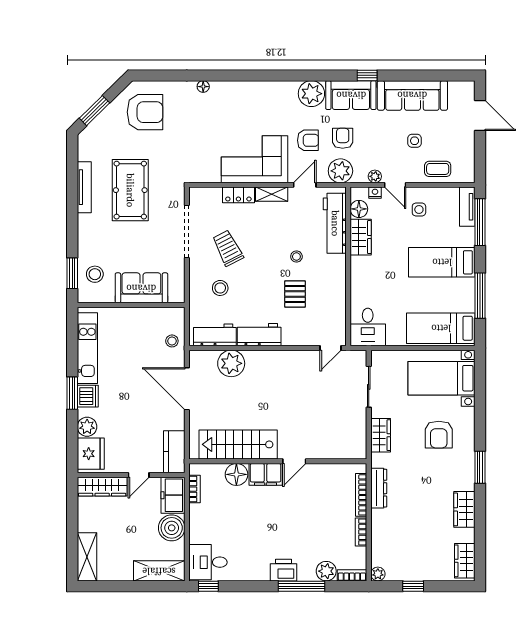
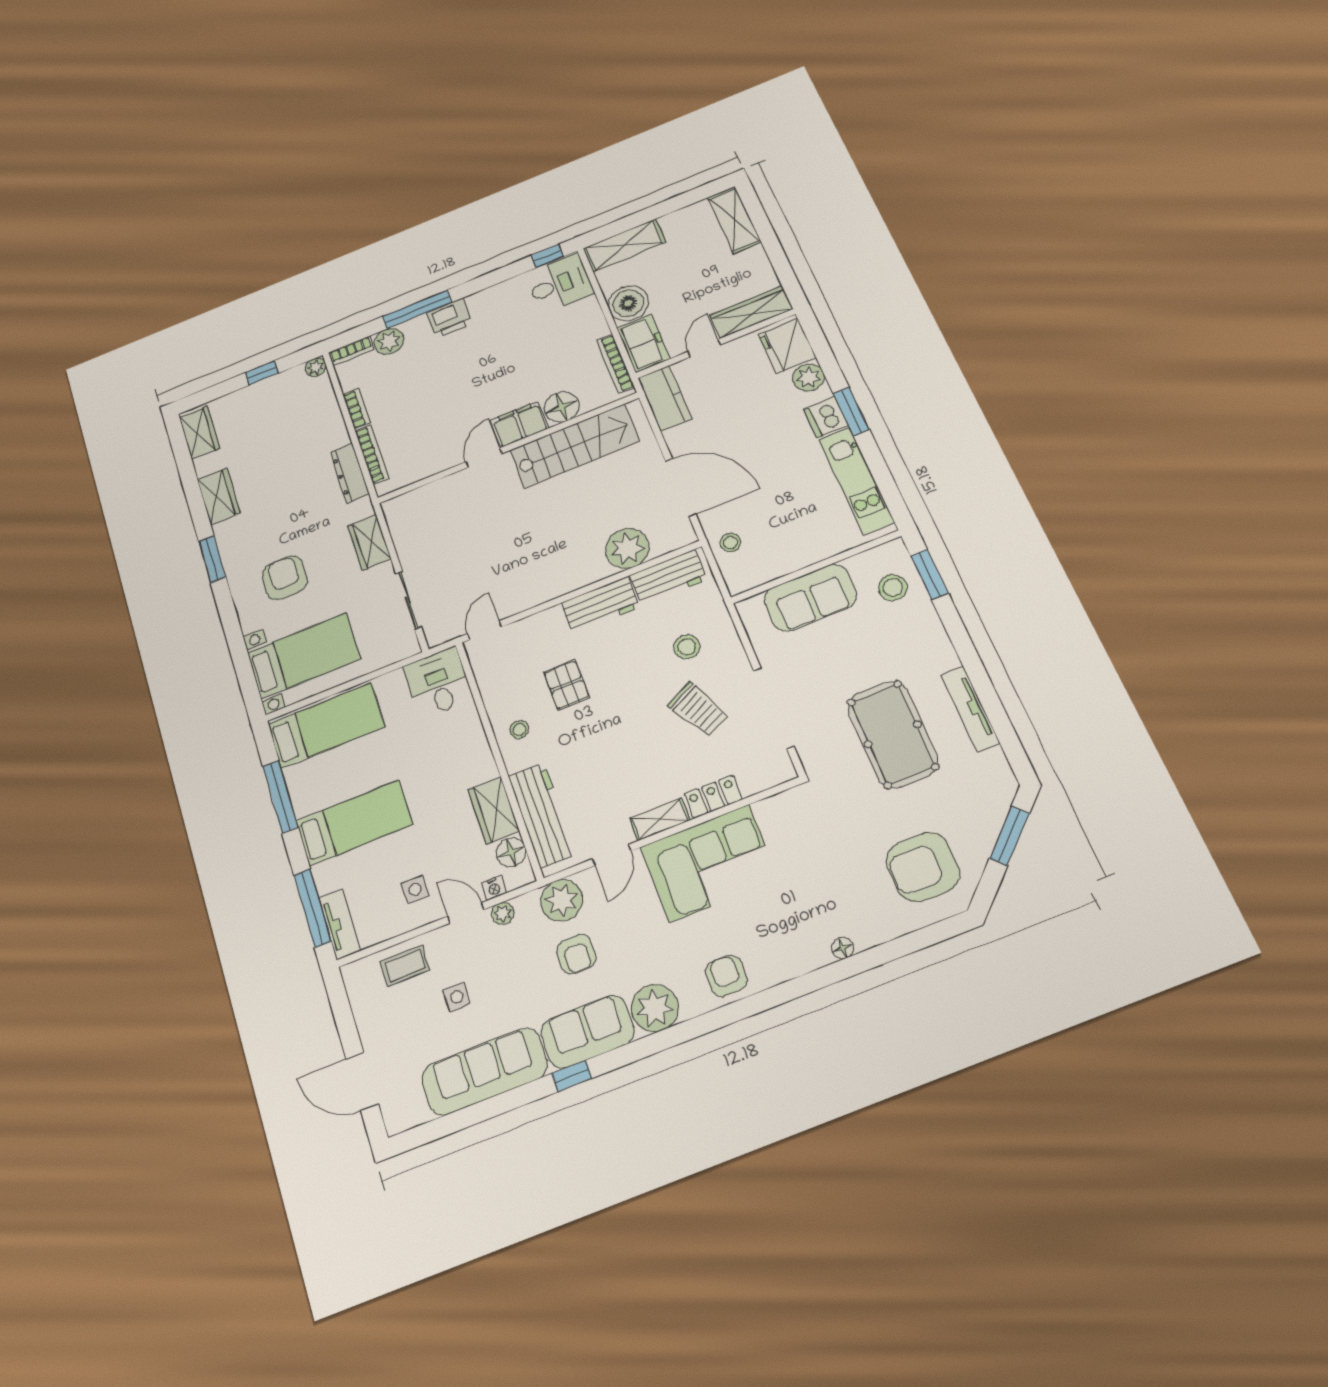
armchair: (308, 140) -> (726, 976), moved, turned 90
stool: (296, 257) -> (519, 729), moved
bookcase: (194, 489) -> (615, 364), width x1.56

